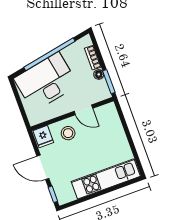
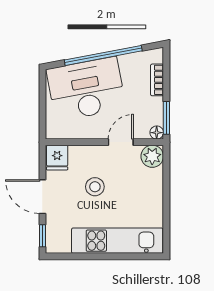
floor lamp: (99, 74) -> (157, 133), moved
door: (83, 110) -> (121, 142), swing flipped
plant: (109, 112) -> (152, 156), added
stool: (68, 133) -> (95, 187), moved

